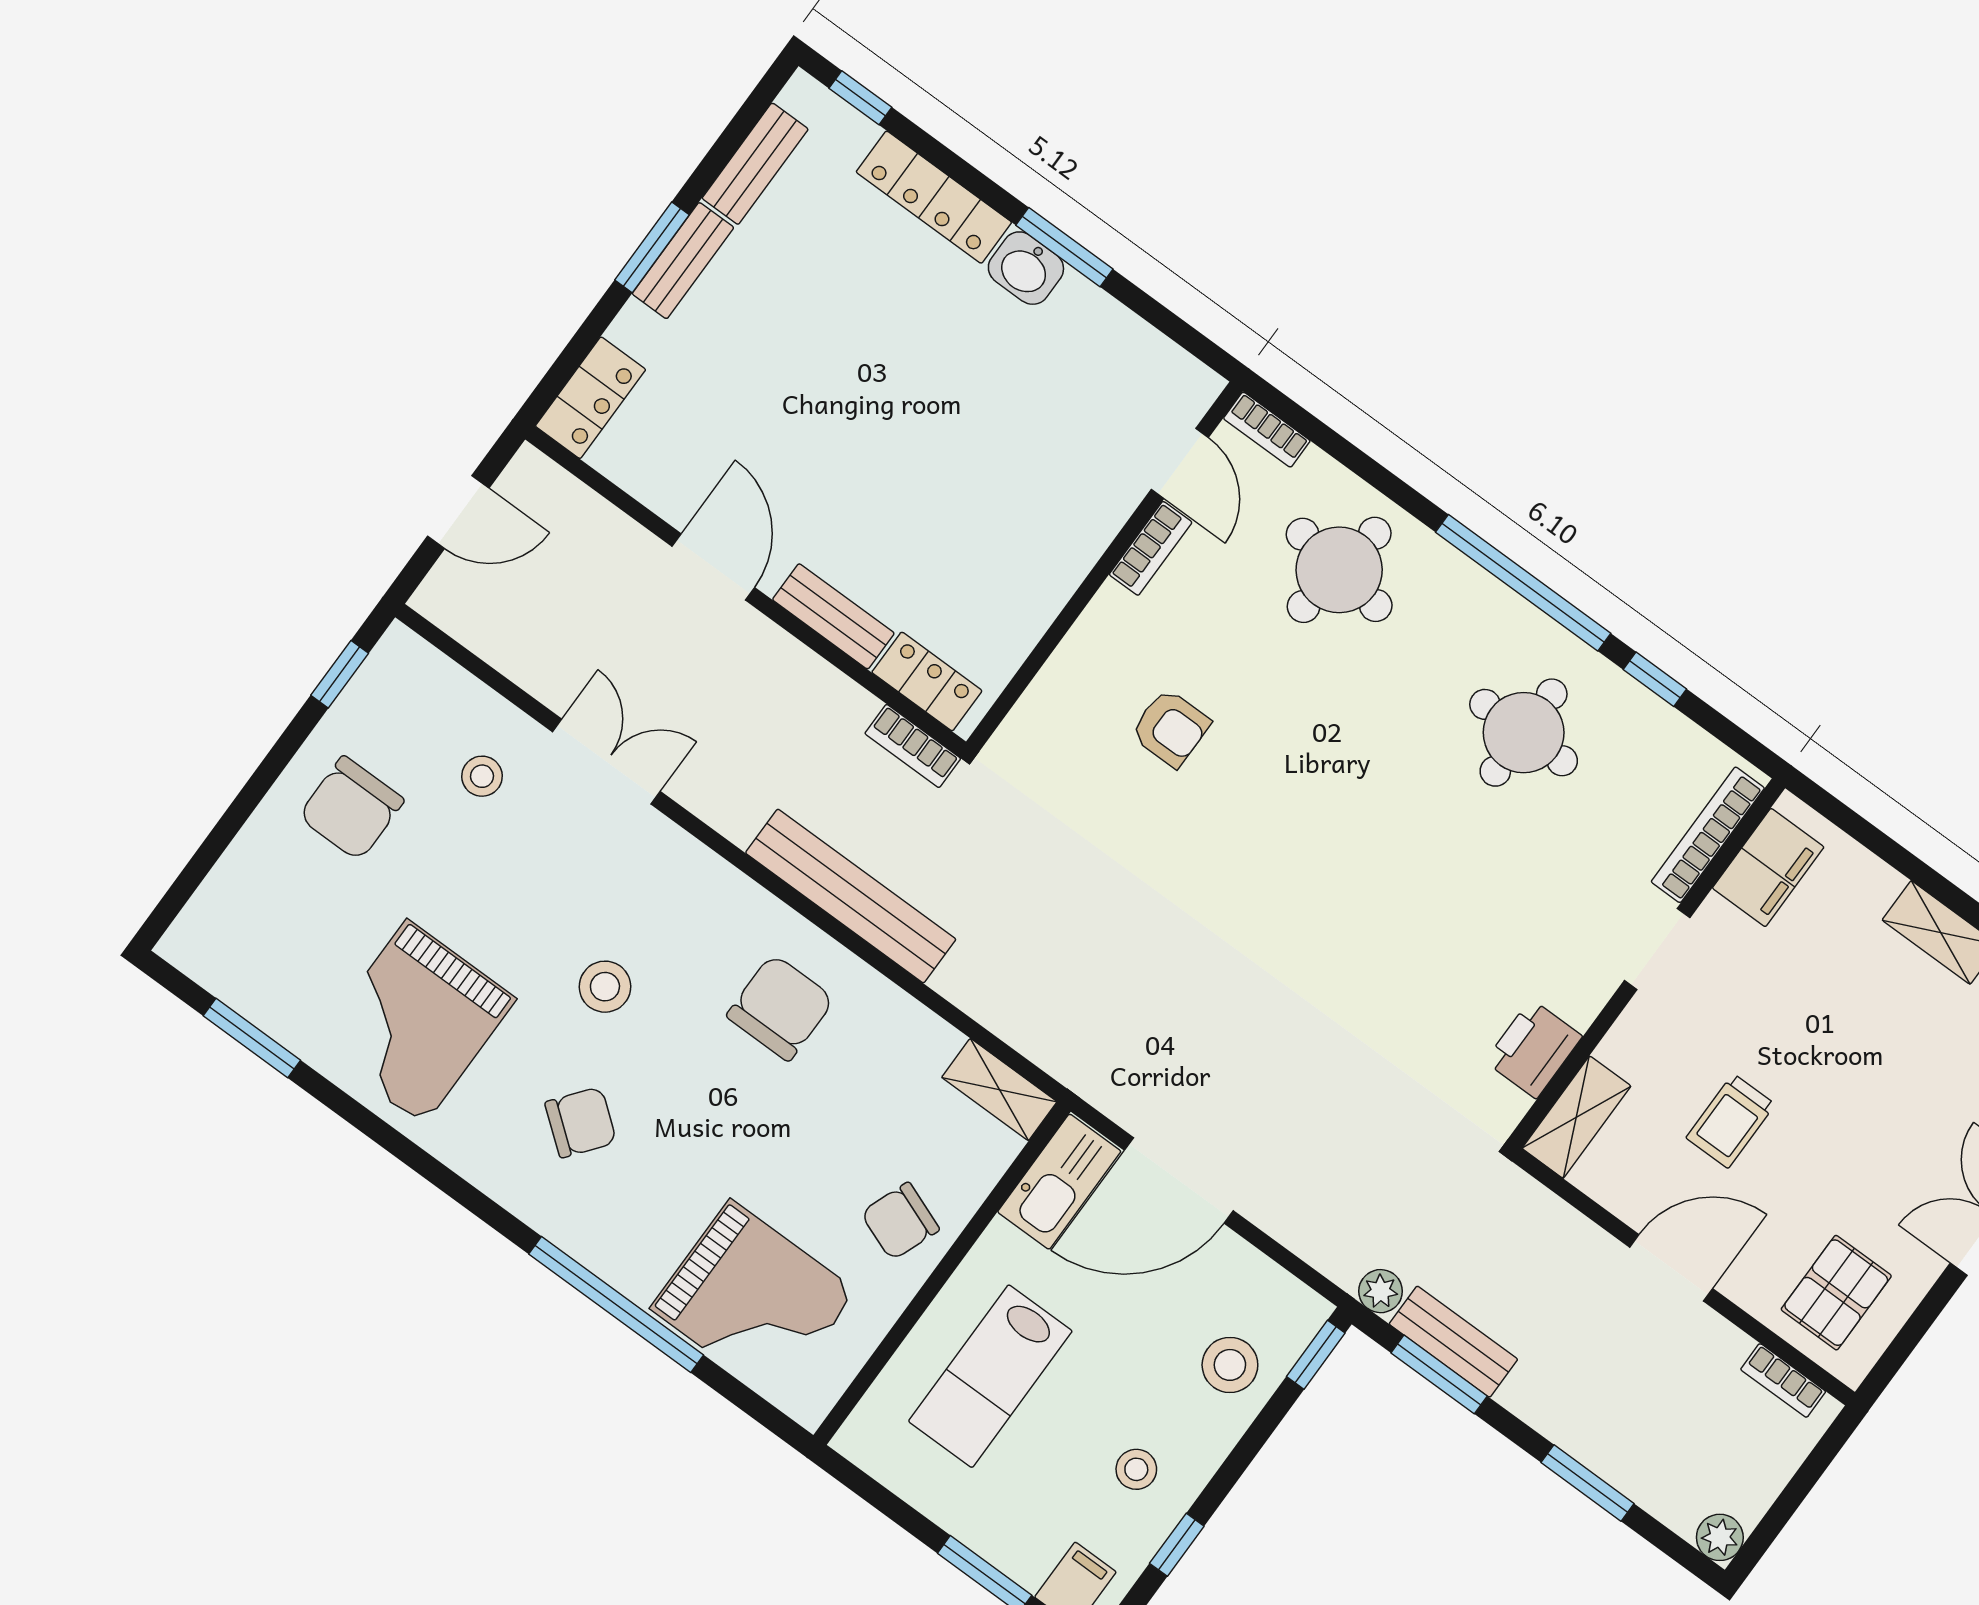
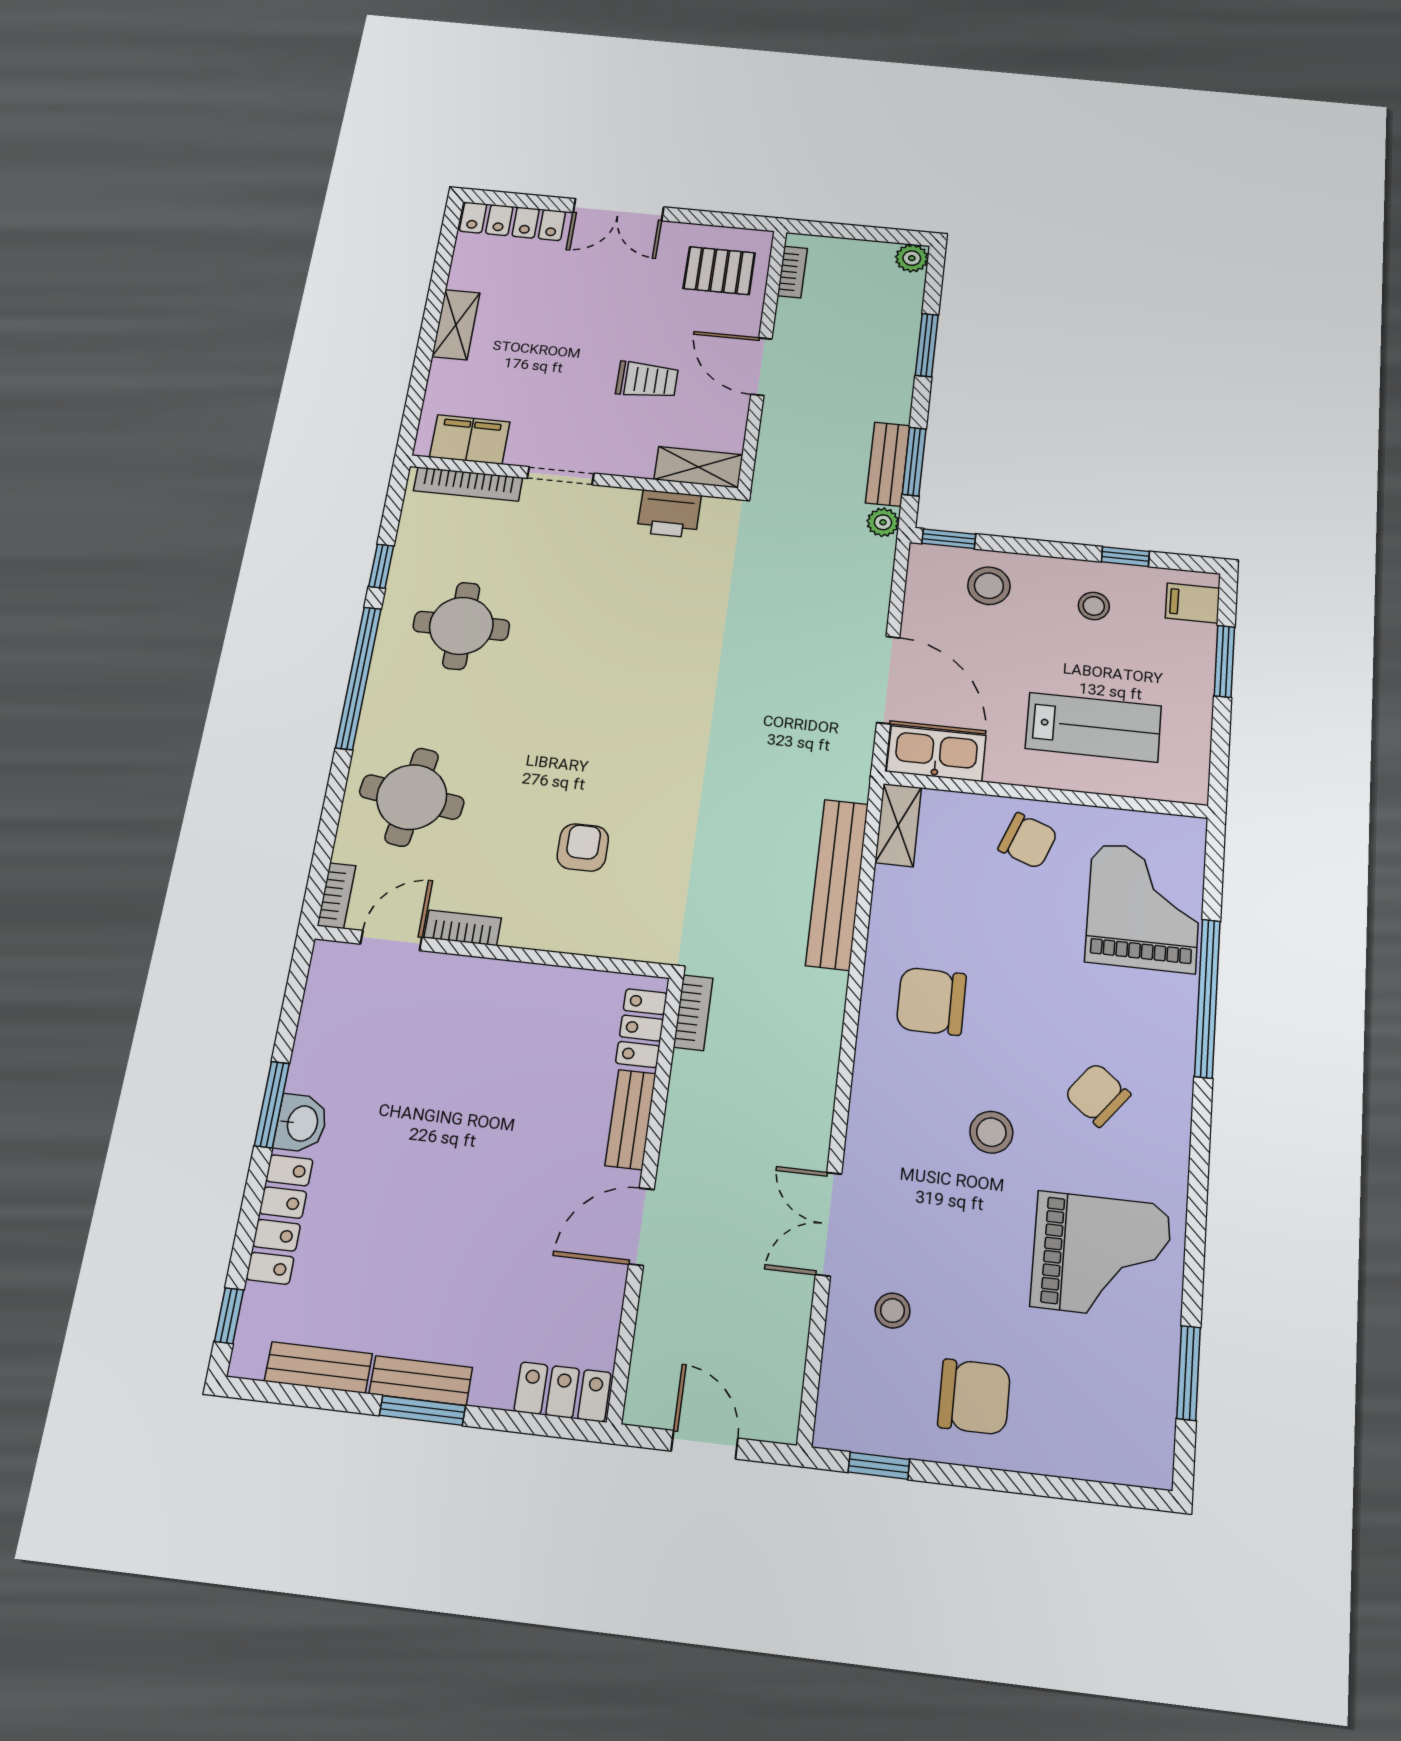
bench: (851, 896) -> (837, 884), moved

